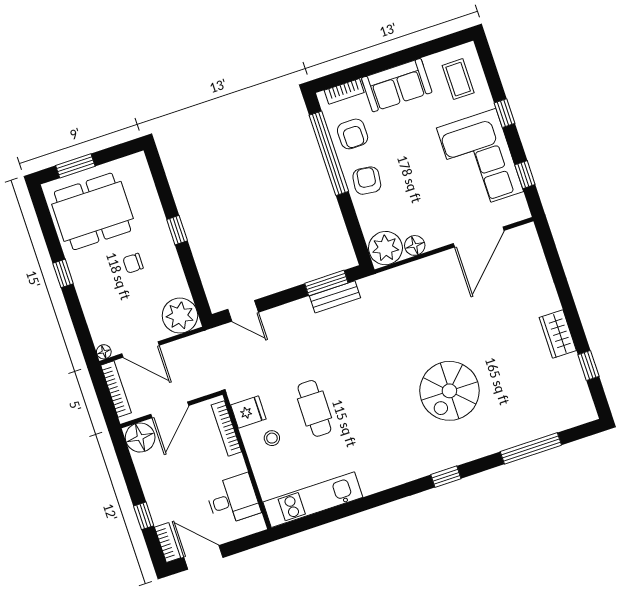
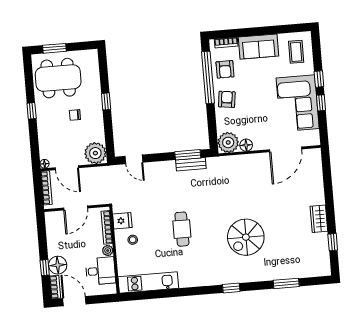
window: (525, 175) -> (321, 103), moved
cafe table: (314, 408) -> (182, 229), moved
floor lamp: (140, 438) -> (58, 265), moved
window: (531, 448) -> (286, 283), width x0.69
plant: (237, 465) -> (108, 251), added

